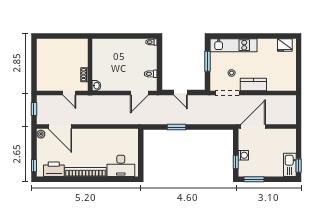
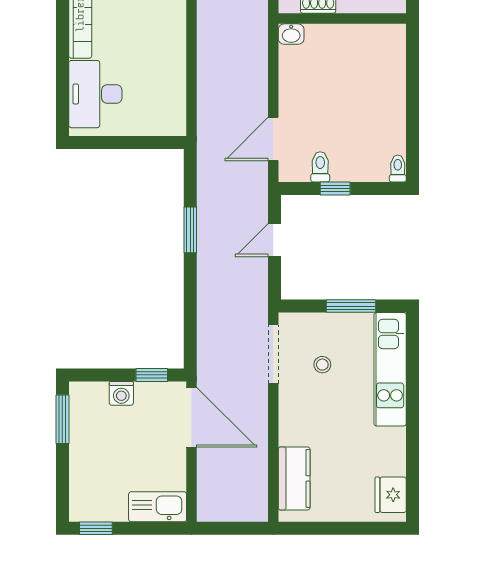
window: (159, 68) -> (335, 188), added
kitchen counter: (253, 85) -> (294, 478), moved
door: (139, 93) -> (273, 139), hinge flipped
window: (236, 162) -> (152, 375), moved
kitchen sink: (290, 165) -> (158, 507), moved

